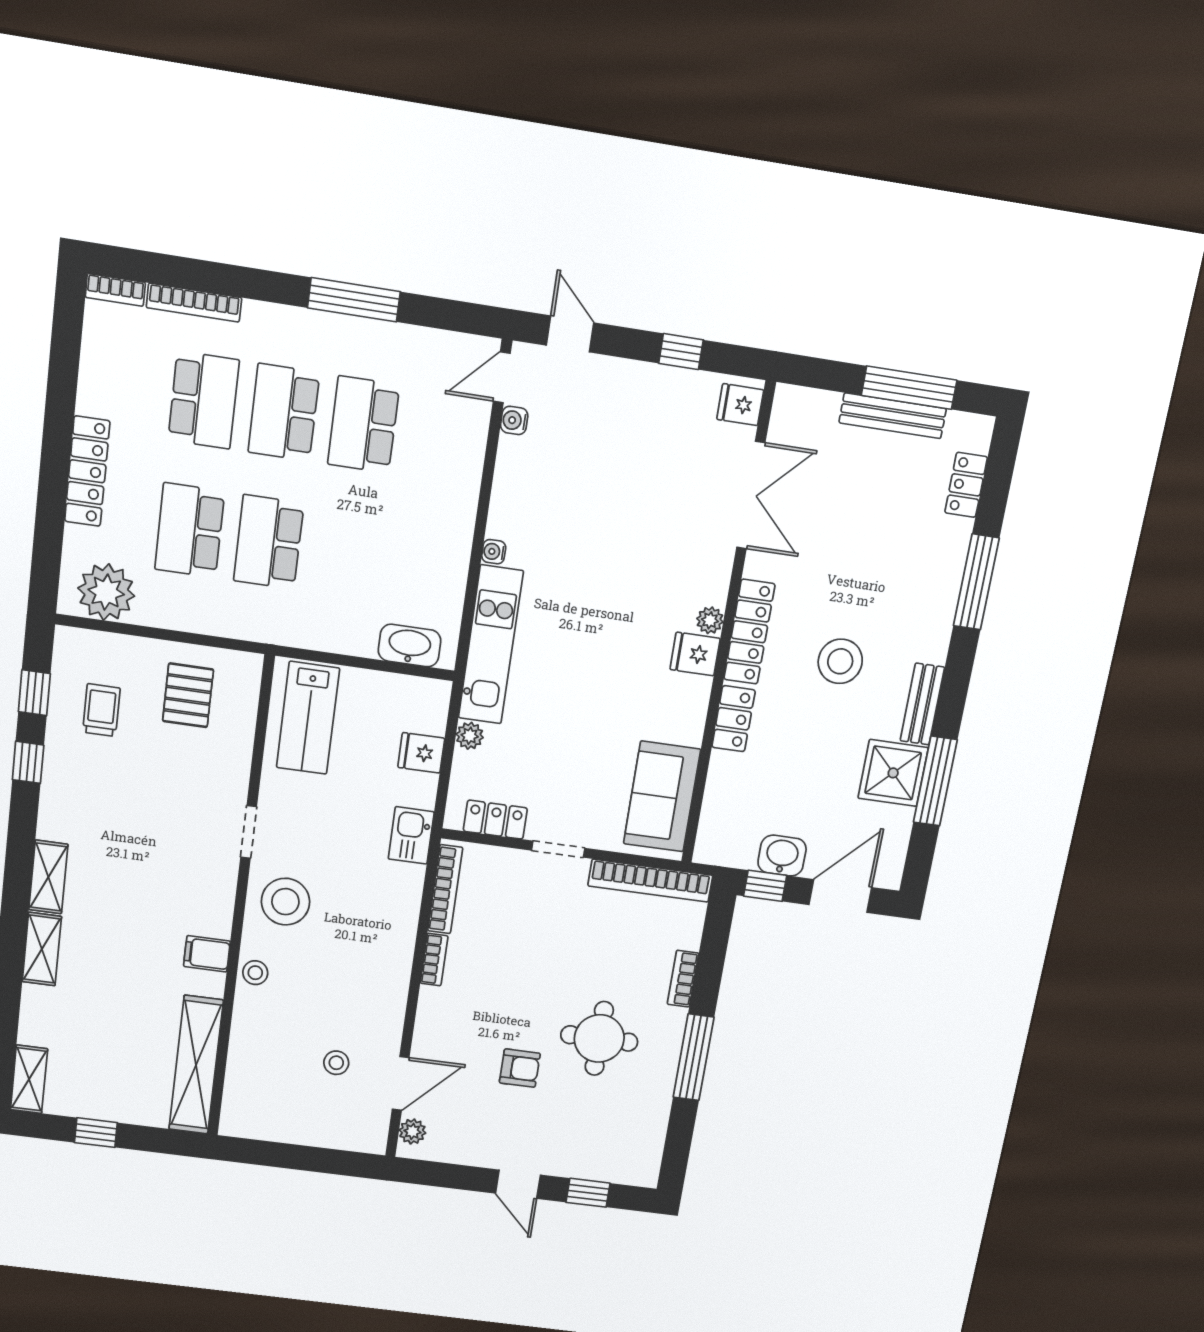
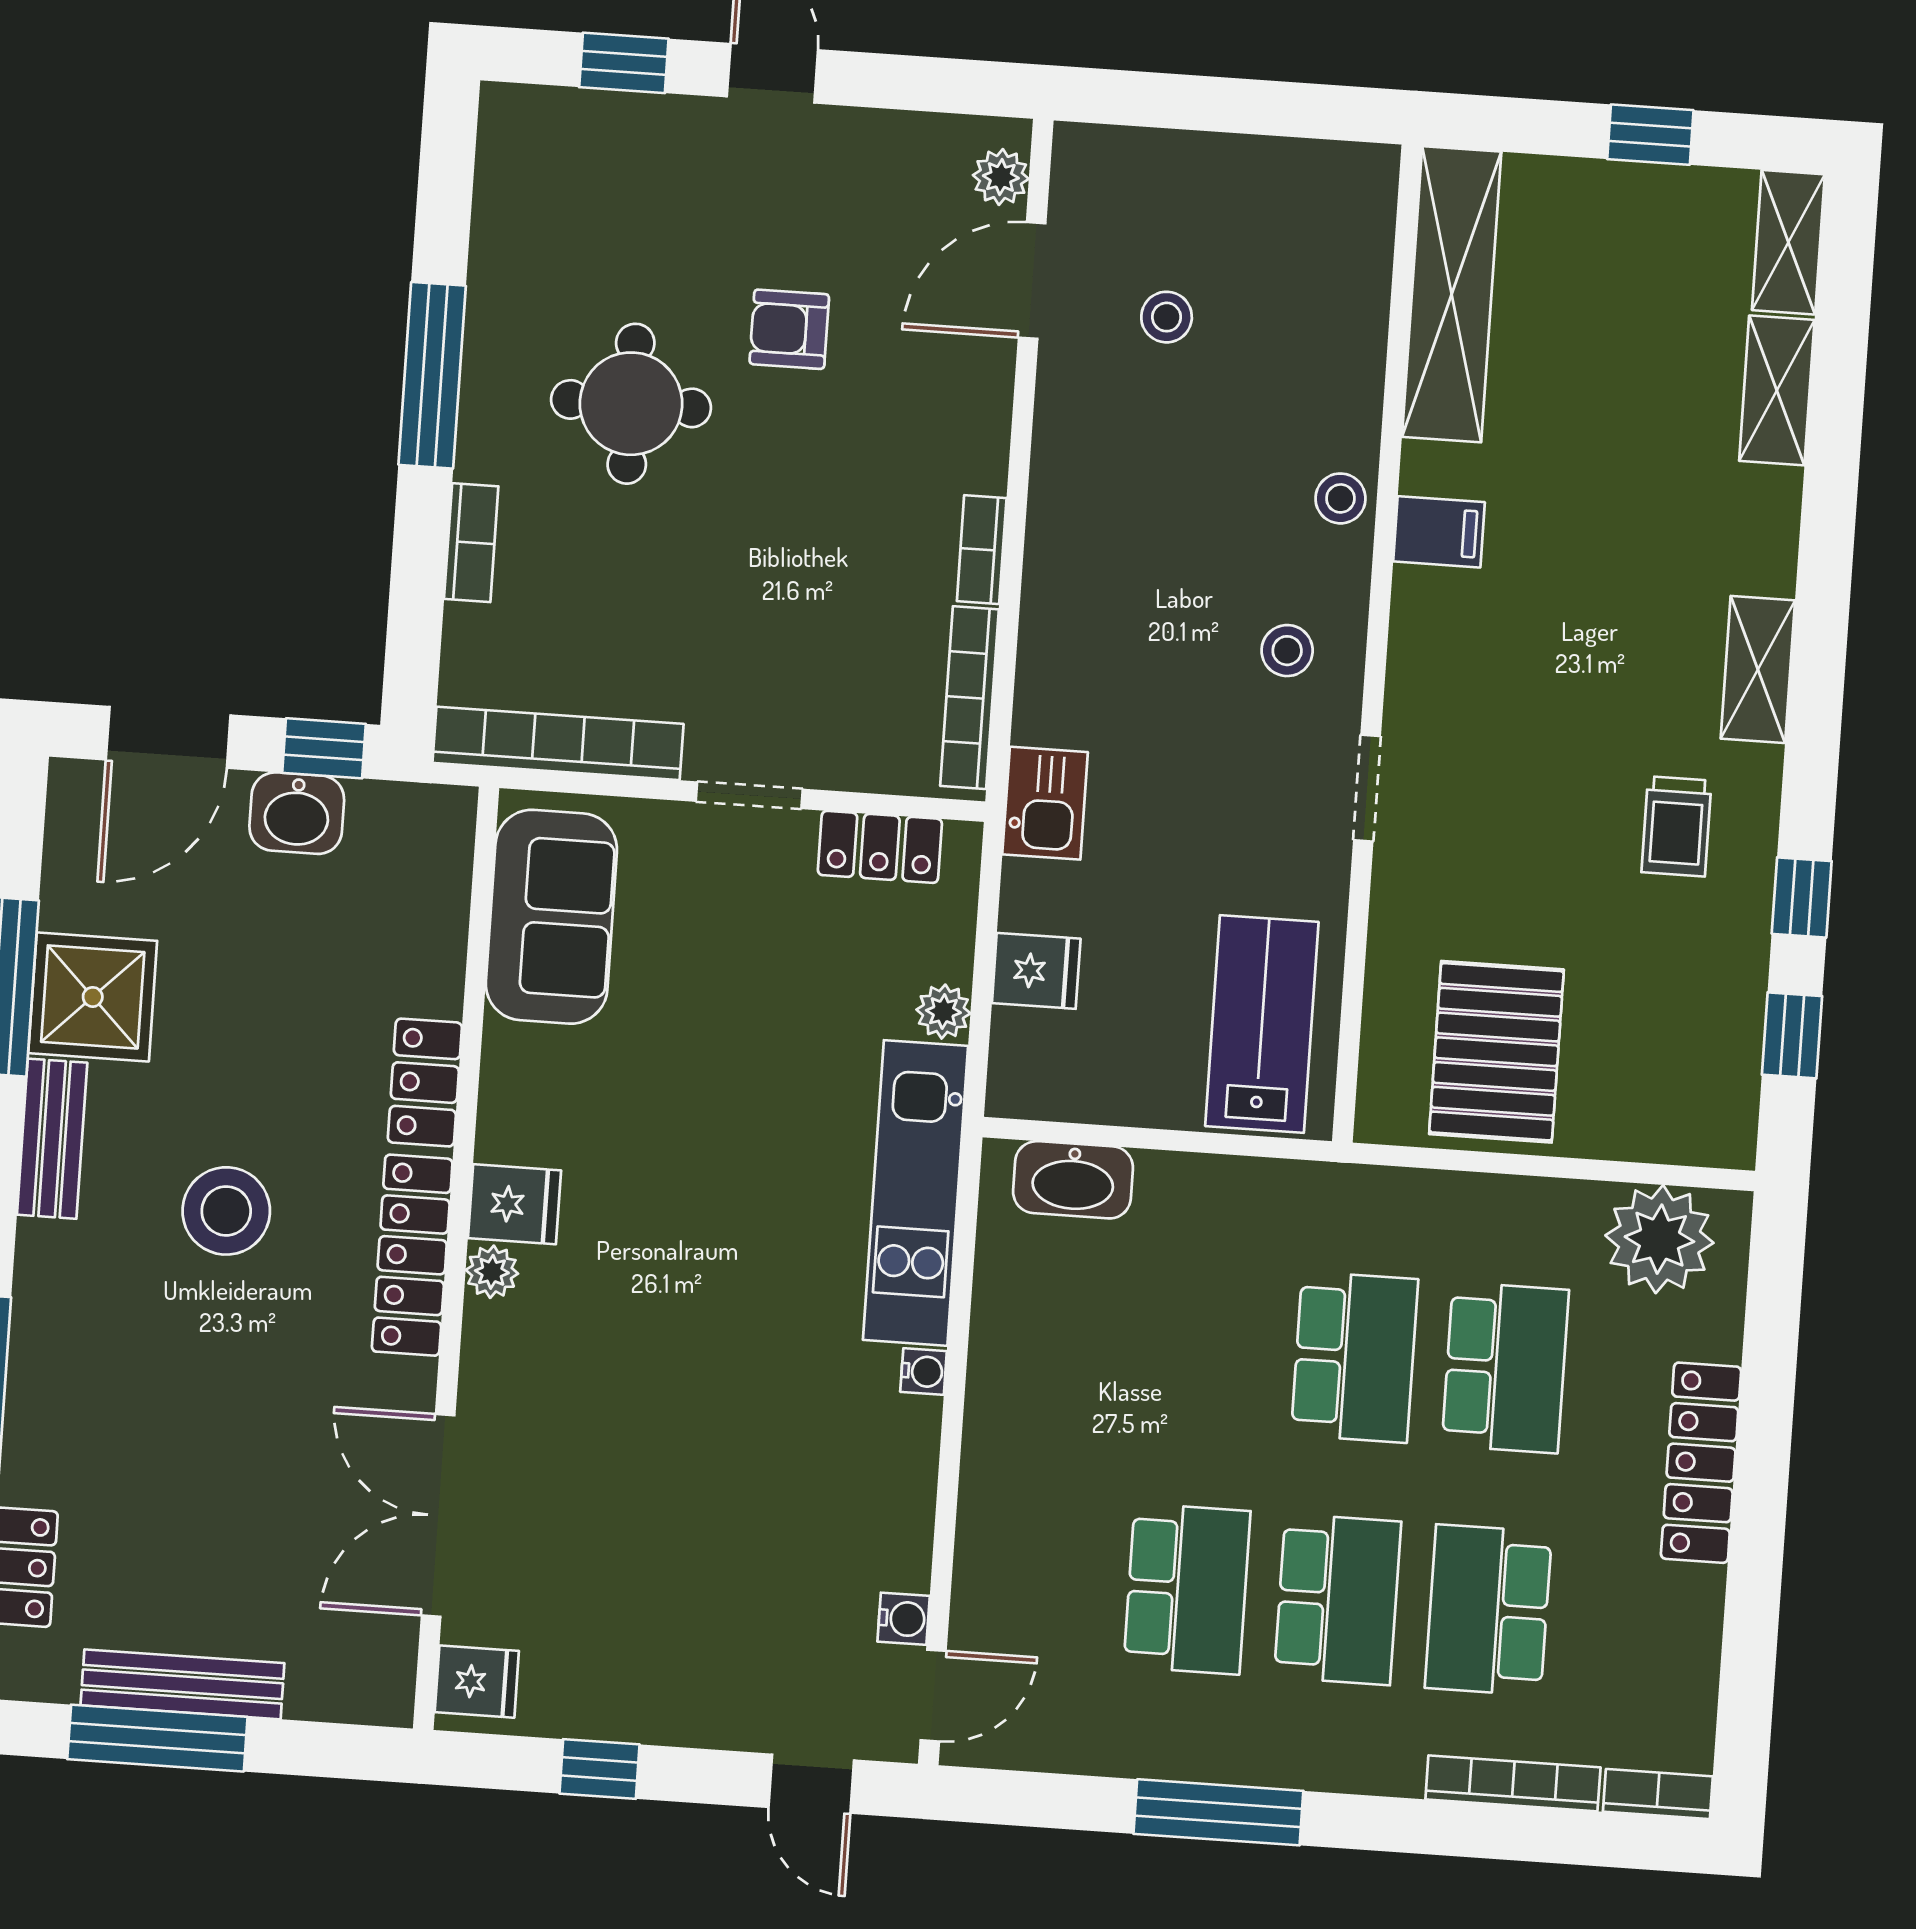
pallet: (188, 695) -> (1496, 1052), width x1.50, depth x1.42
trolley: (101, 710) -> (1676, 826), moved
stool: (285, 902) -> (1287, 651), width x0.53, depth x0.53
shelving: (42, 949) -> (1777, 390), moved

